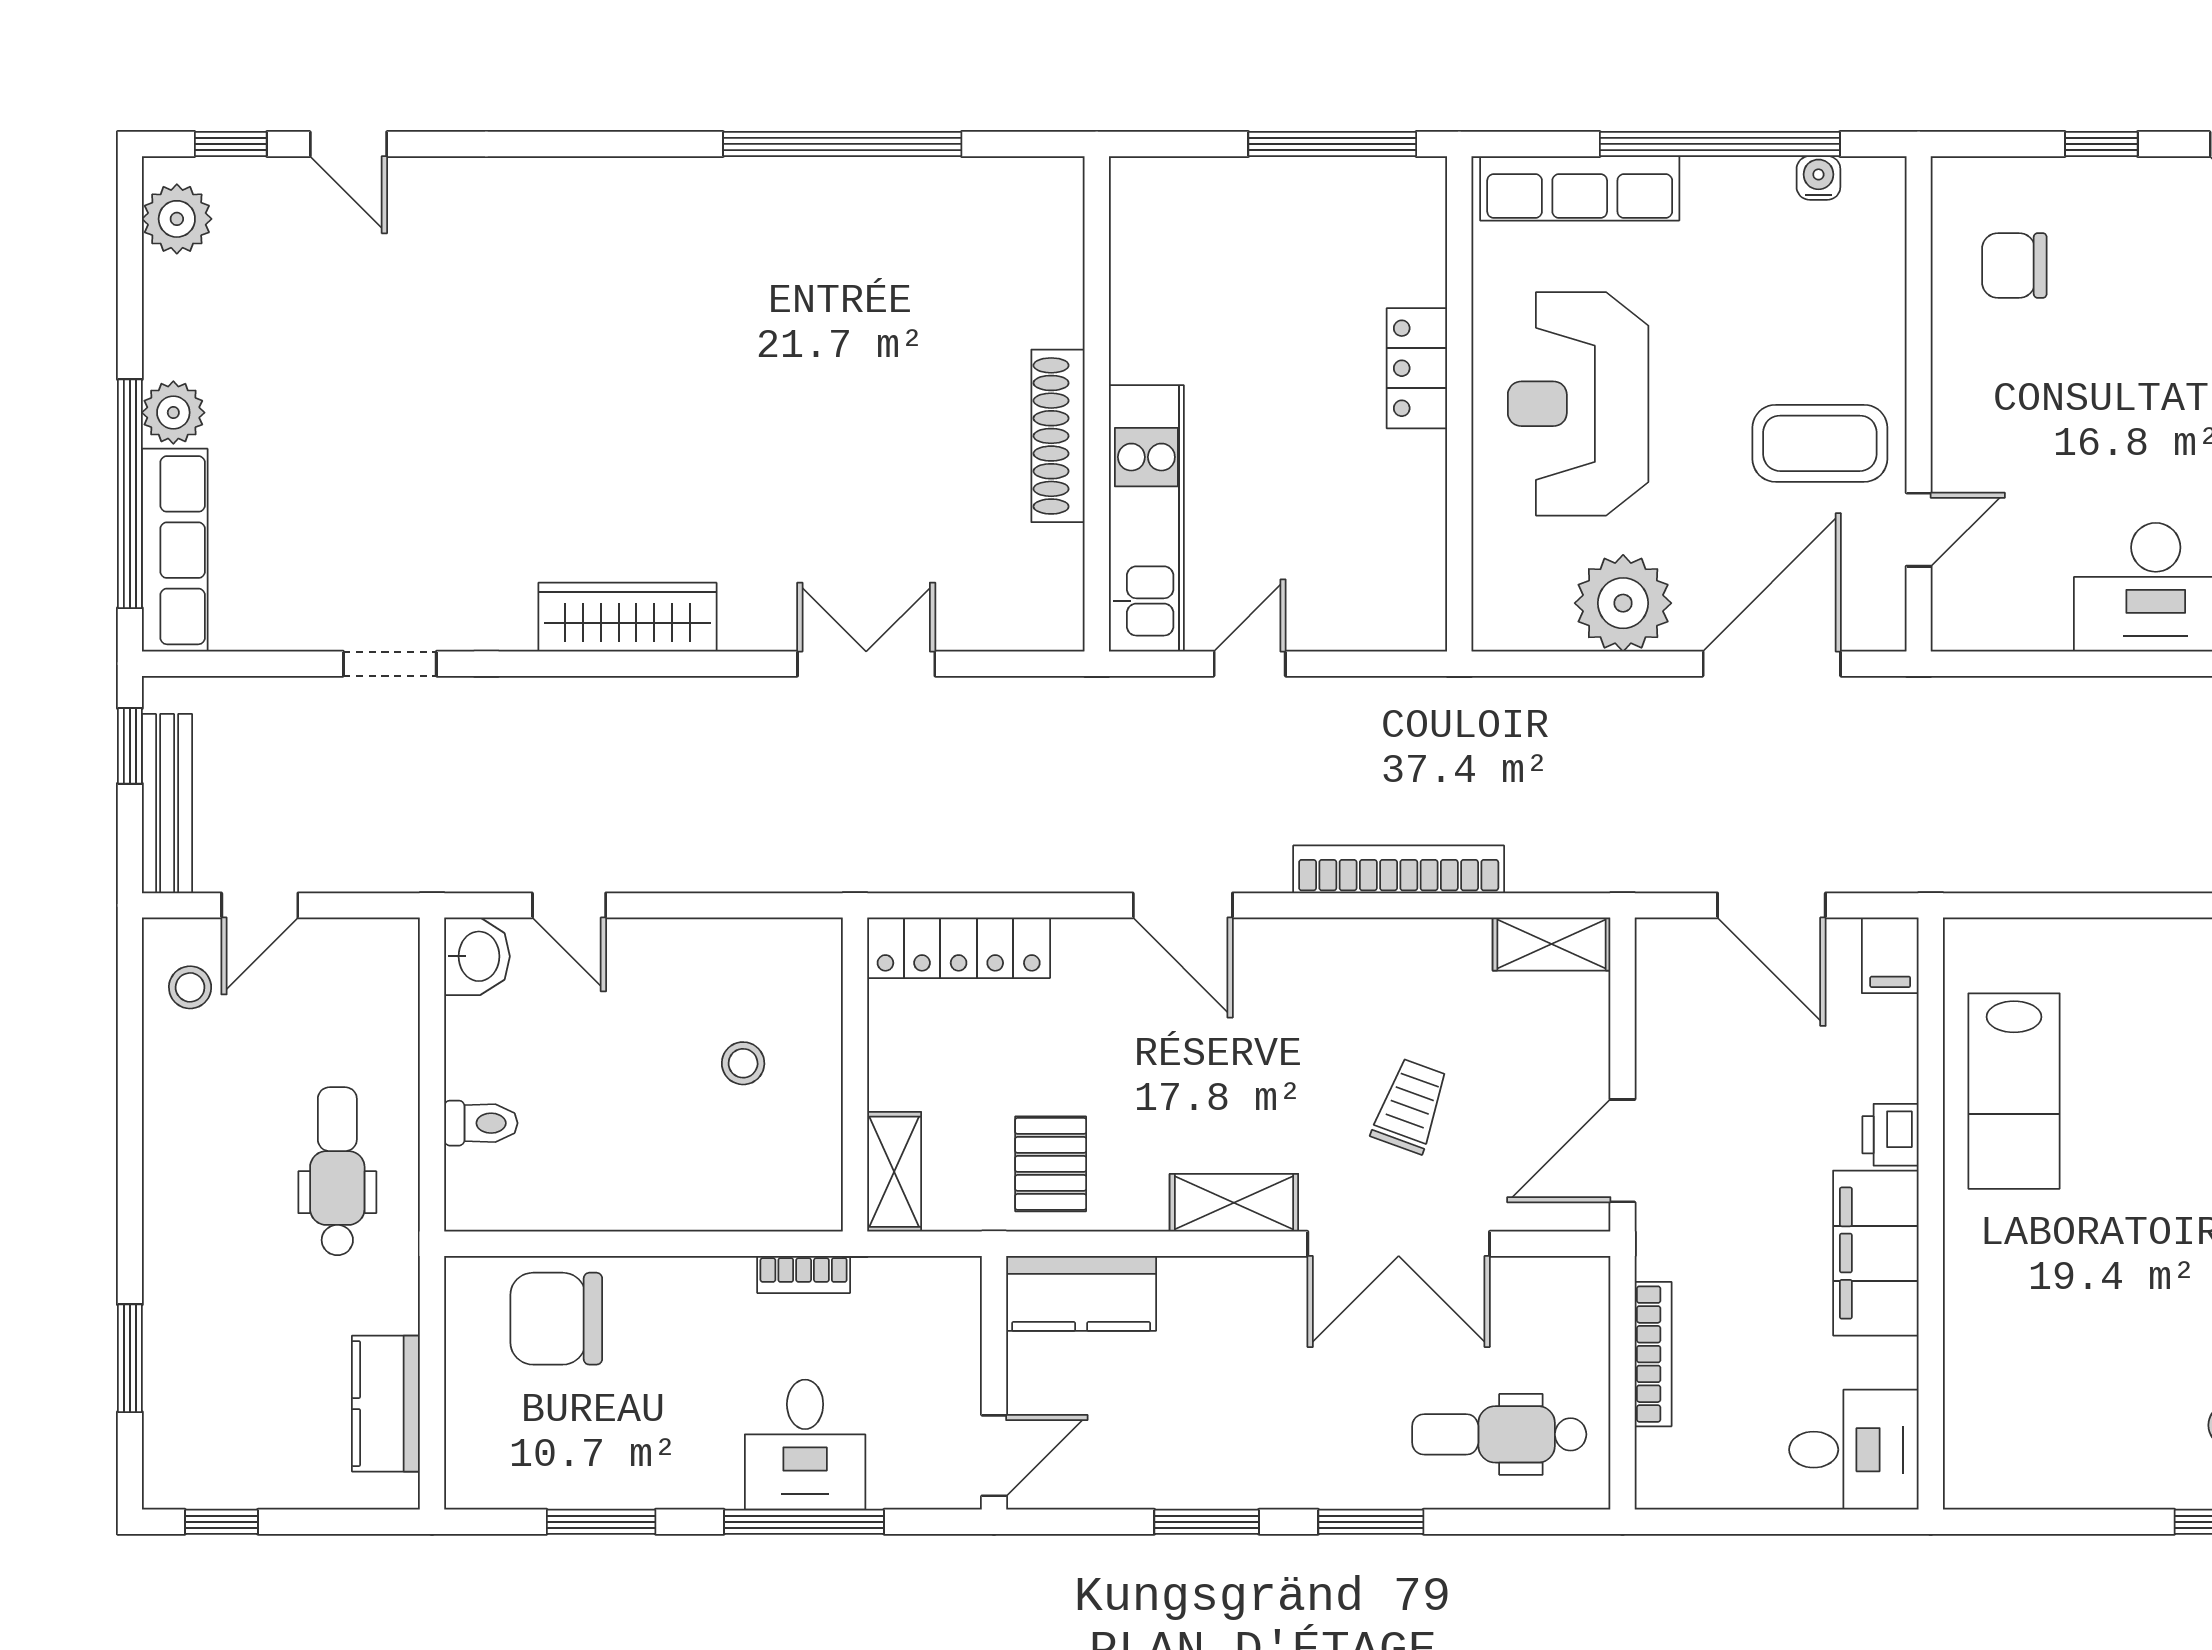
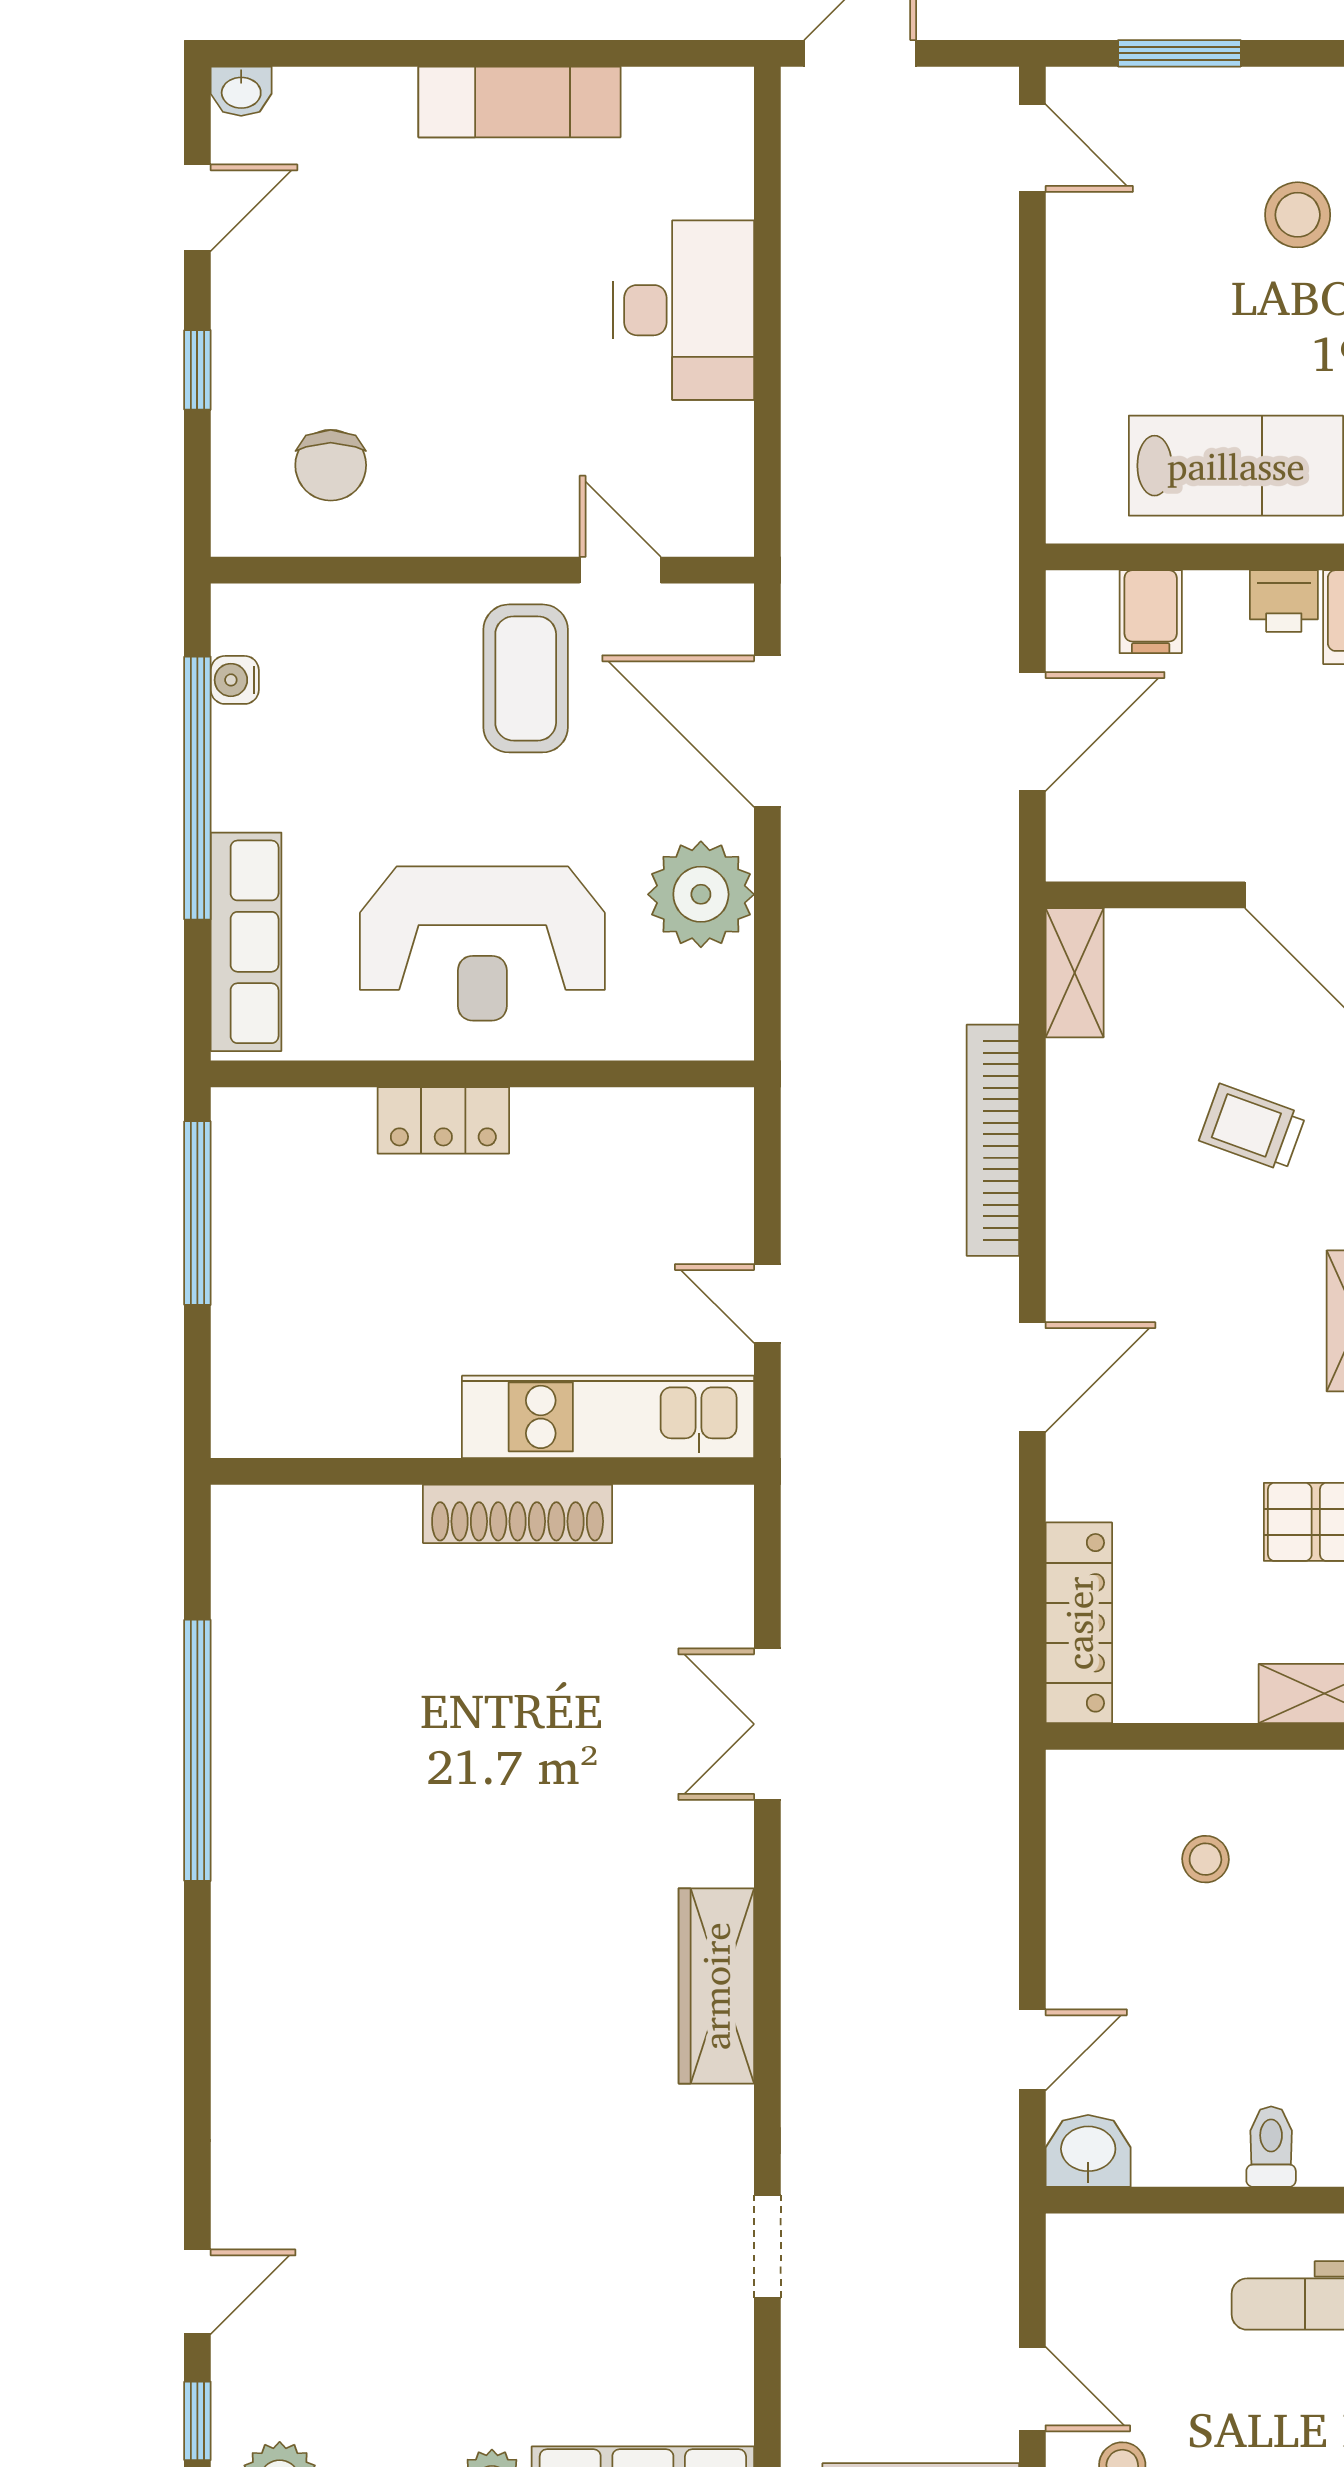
filing cabinet: (1890, 955) -> (1151, 612), moved, turned 90

